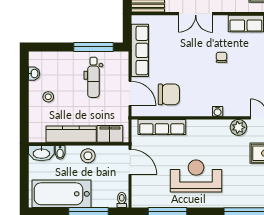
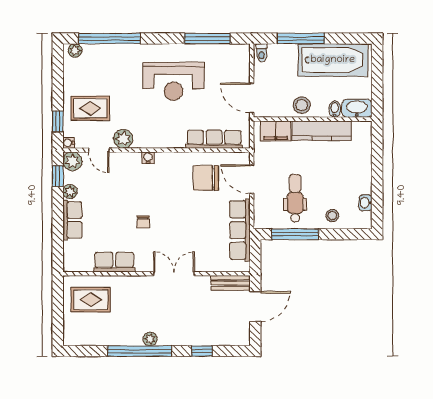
stool: (48, 97) -> (332, 216), moved

